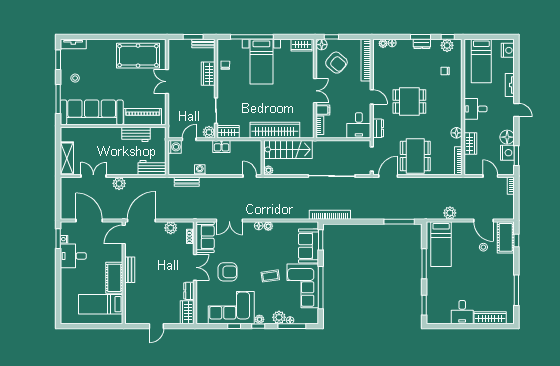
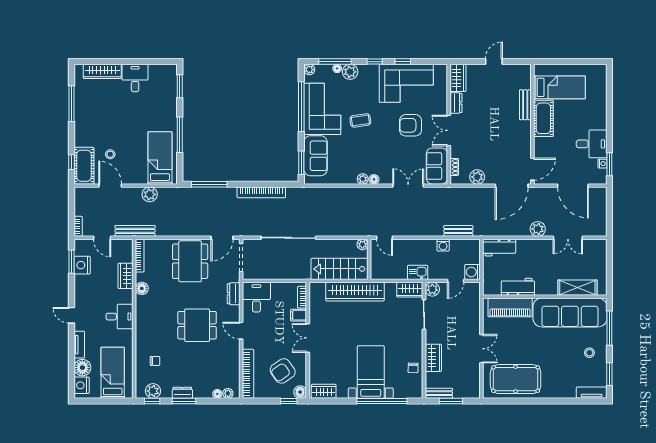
armchair: (336, 63) -> (283, 371), turned -76
floor lamp: (507, 137) -> (82, 368), moved
shelving: (67, 158) -> (577, 288), moved, turned 90
bench: (462, 182) -> (135, 231), added
bookcase: (330, 215) -> (261, 192), moved
bench: (130, 270) -> (525, 105), moved
plant: (259, 319) -> (309, 70), moved

